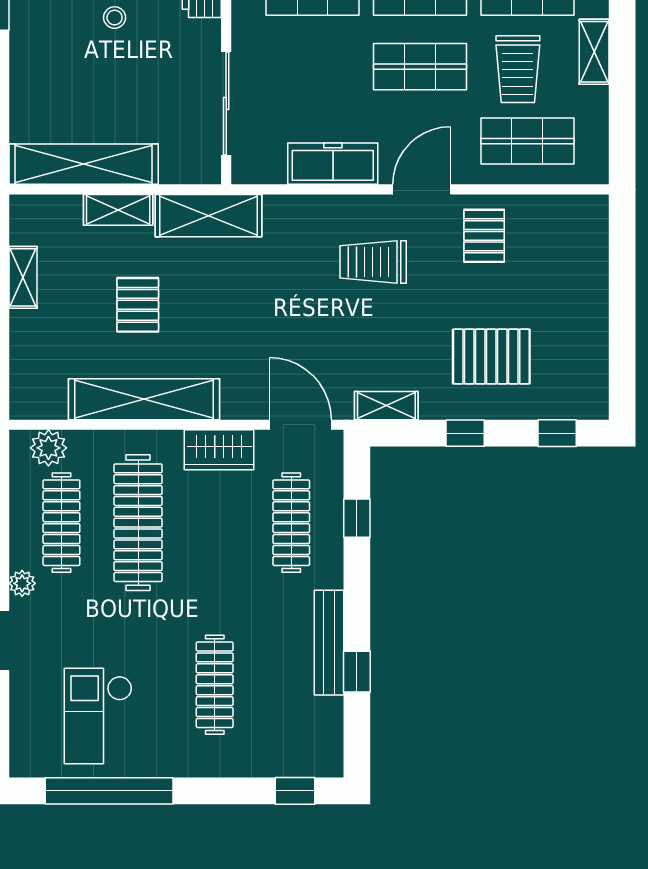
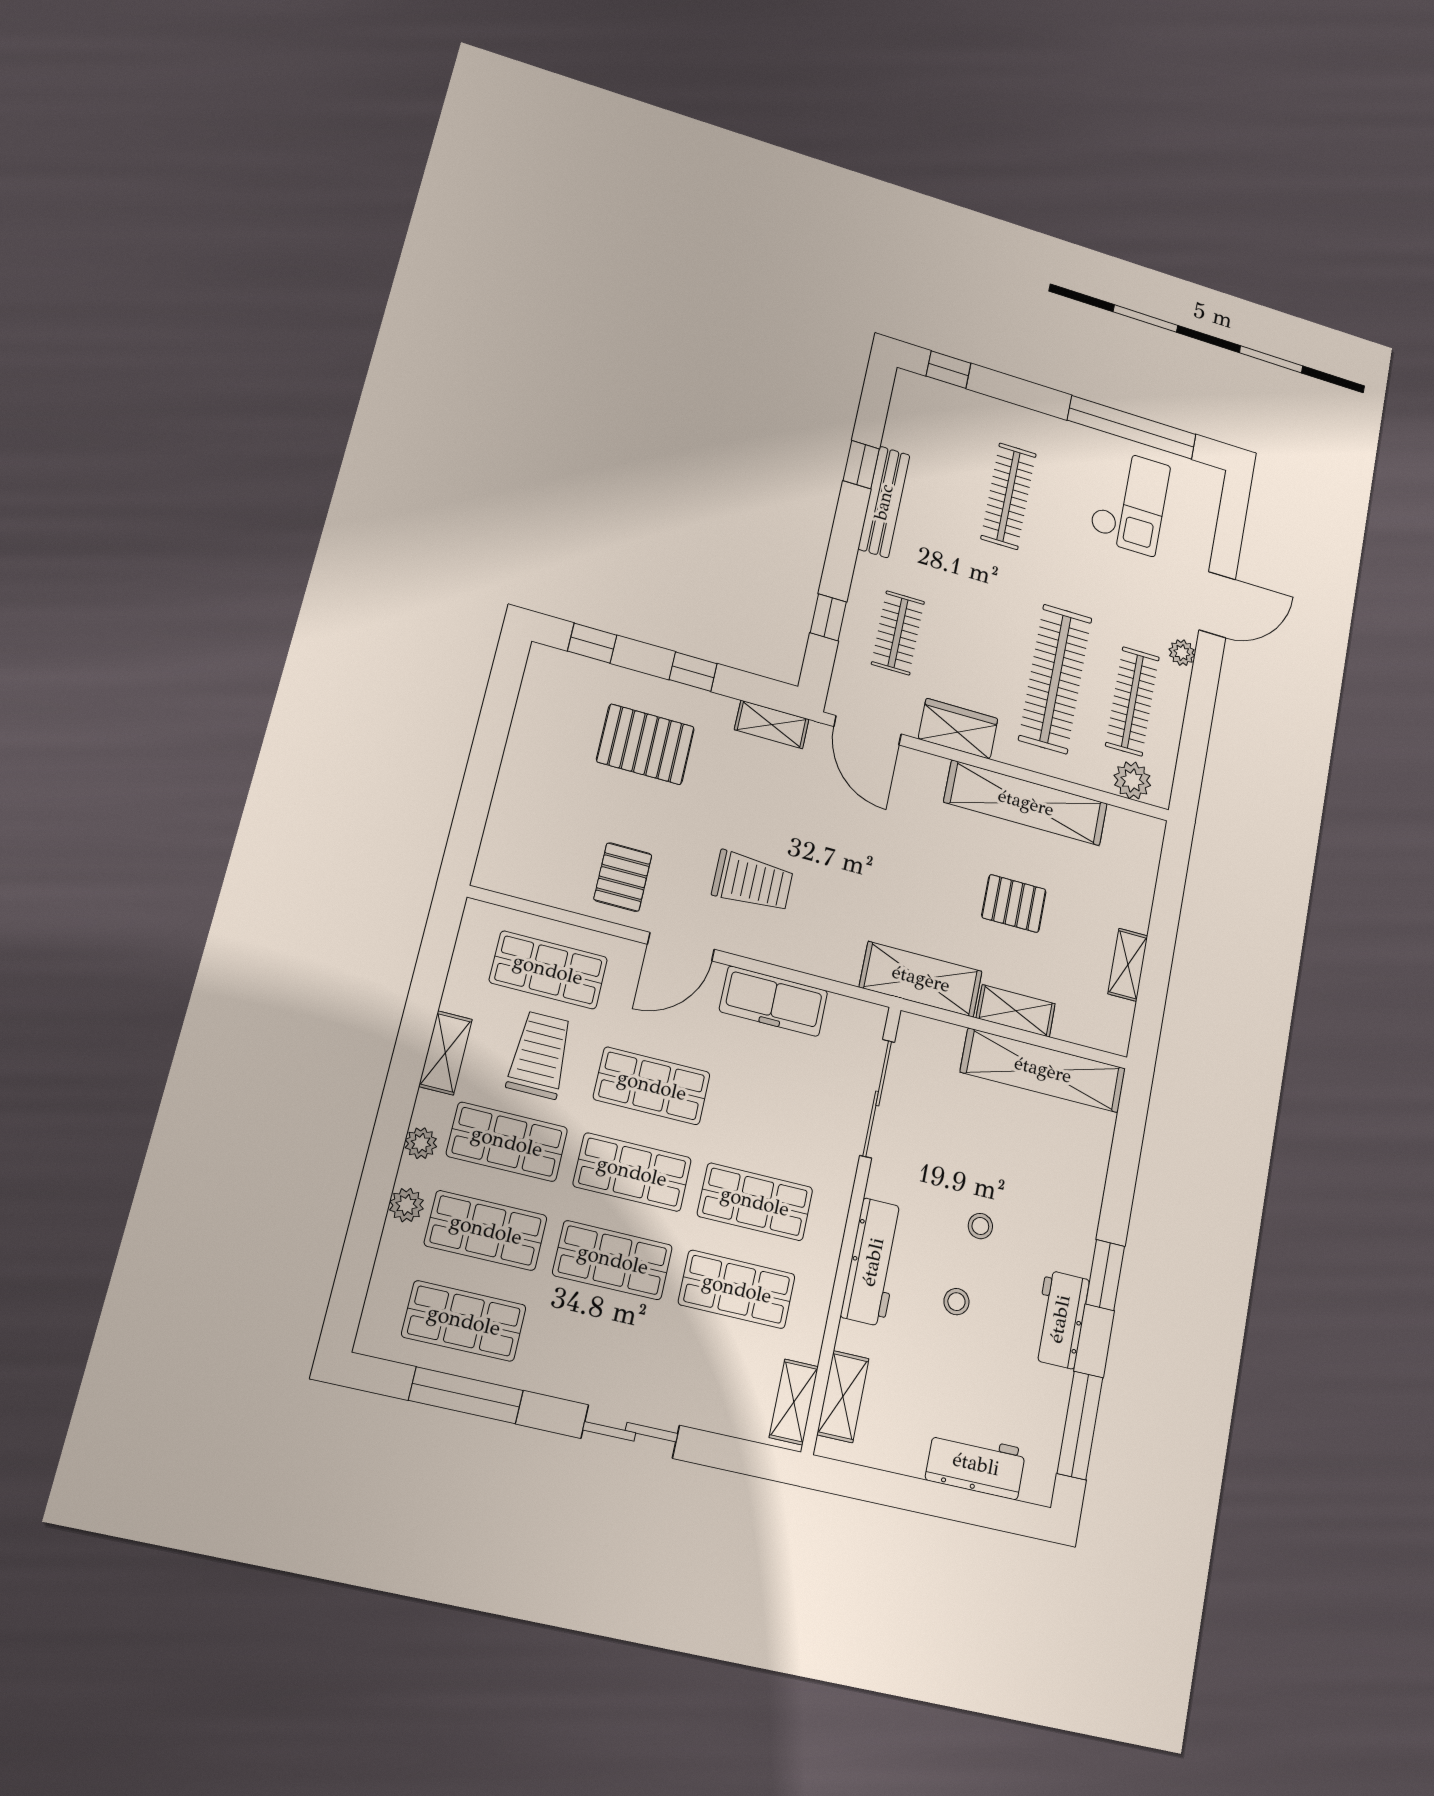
pallet: (138, 305) -> (1014, 903), turned 90
clothes rail: (291, 523) -> (898, 633), width x0.73

